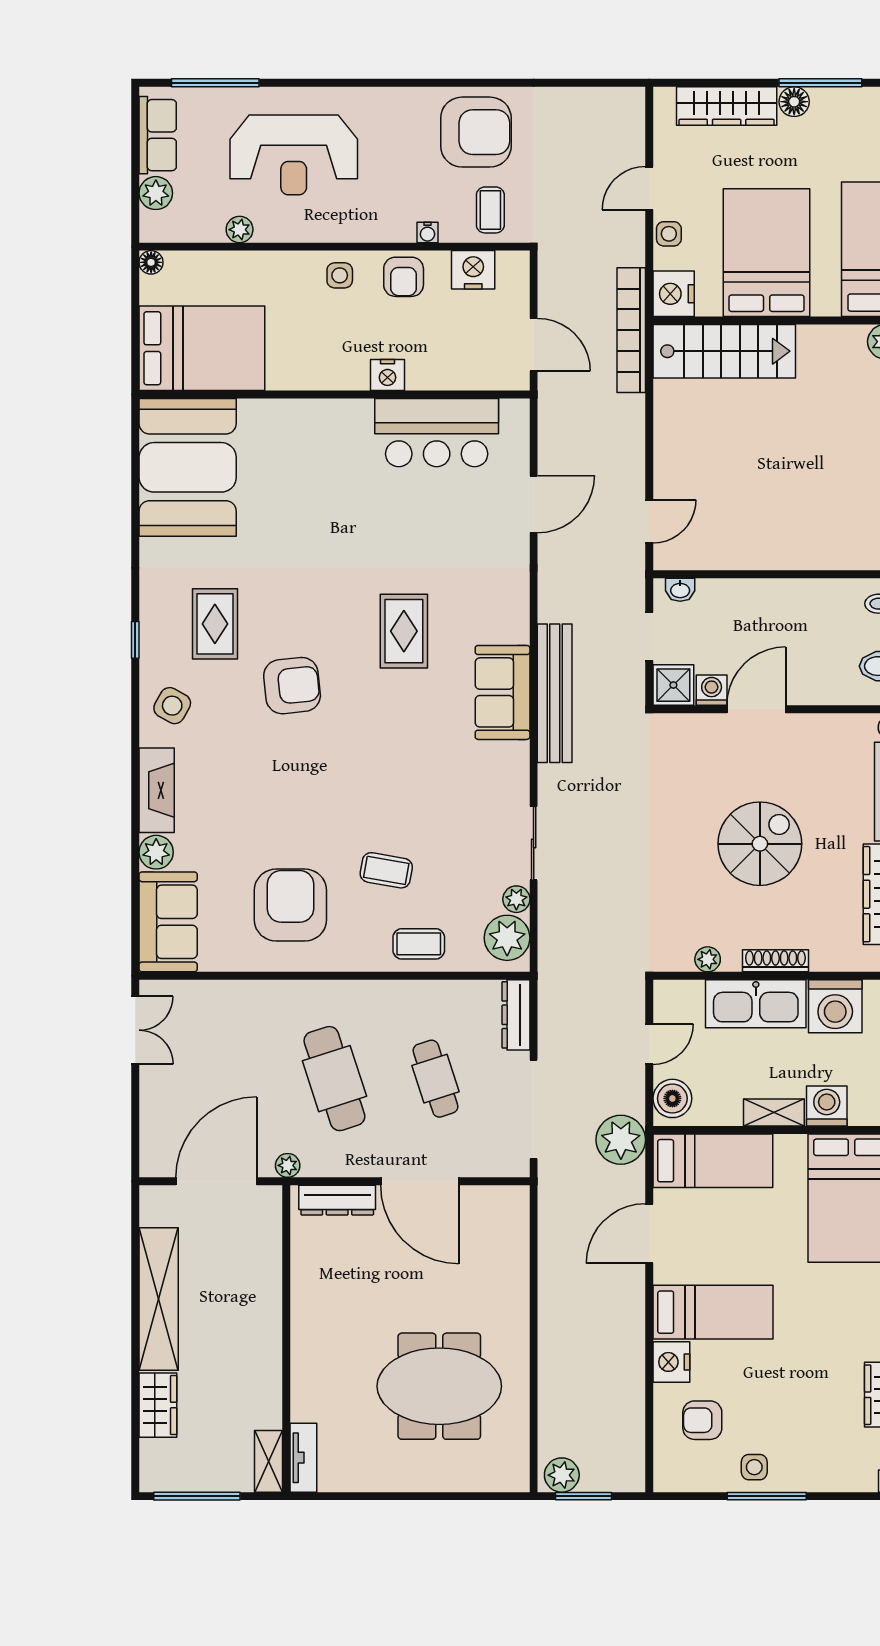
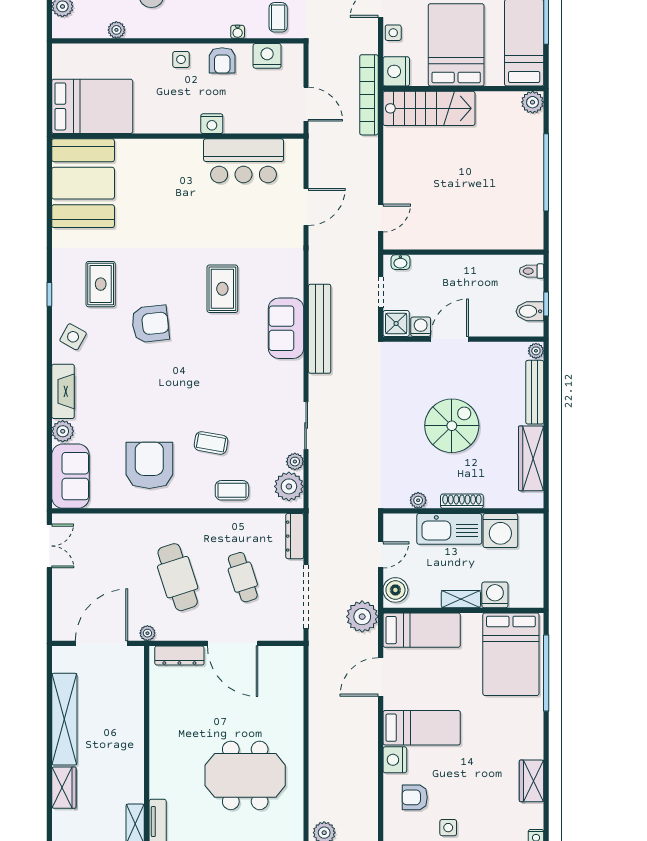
floor lamp: (151, 262) -> (59, 51), removed

